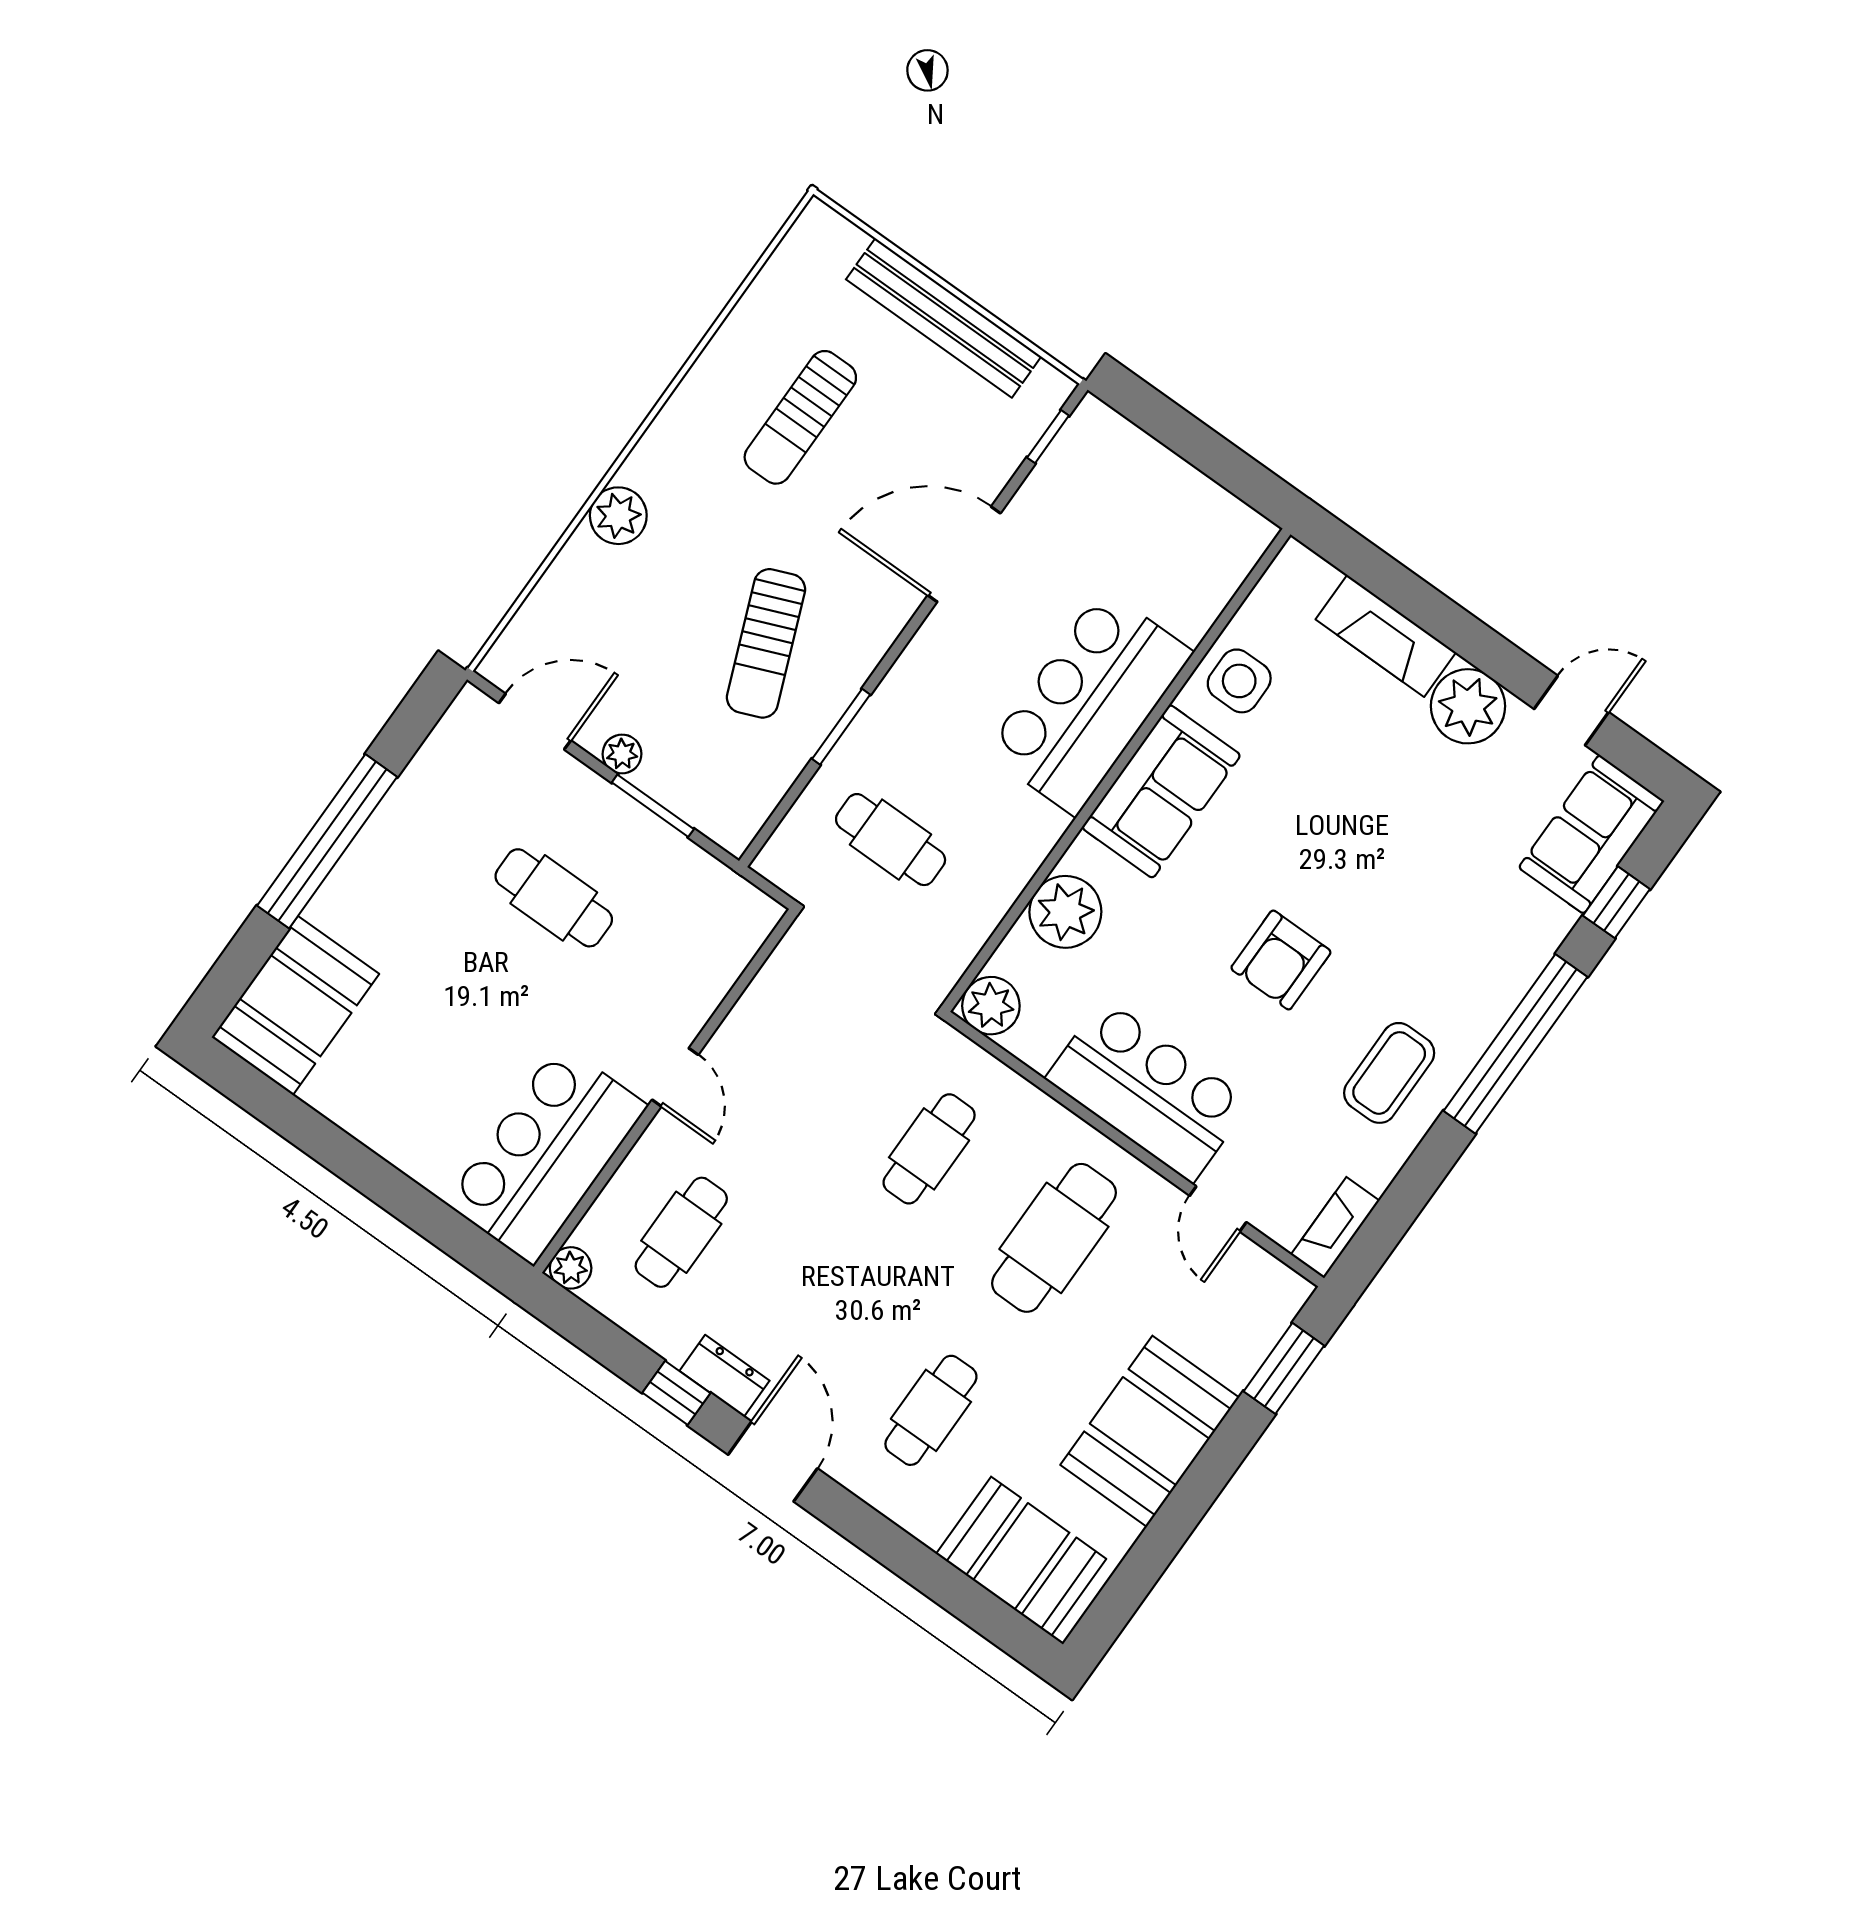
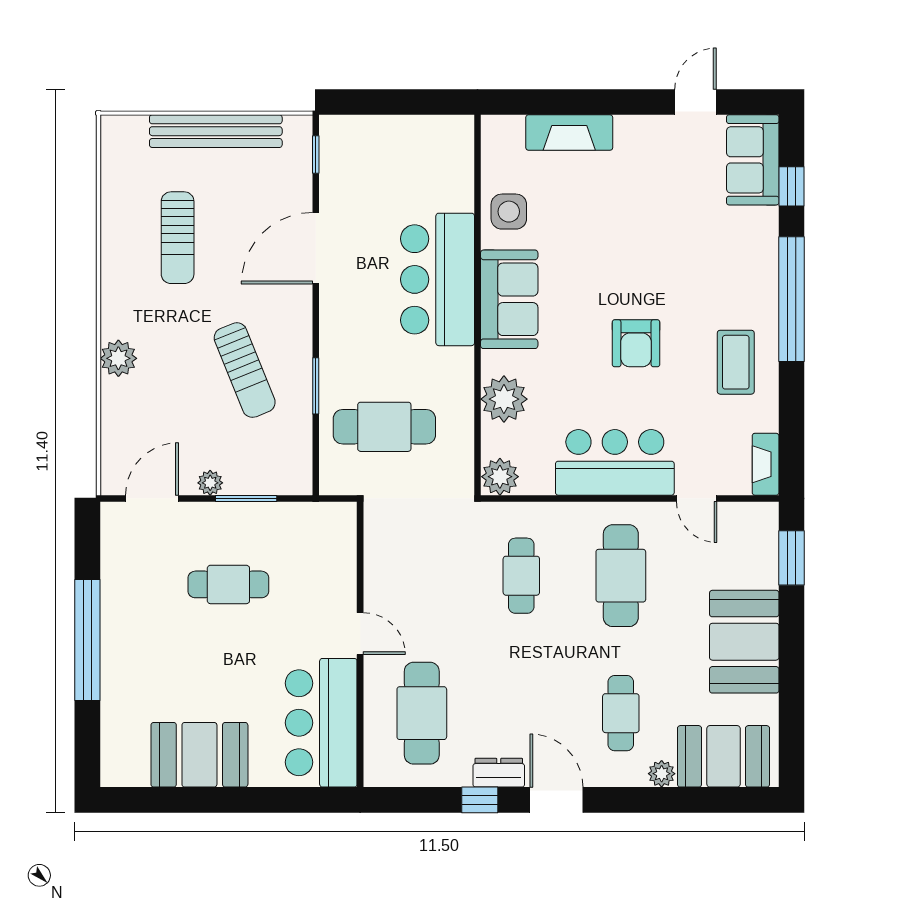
plant: (1468, 706) -> (639, 139), removed
cafe table: (891, 840) -> (384, 427), width x1.37, depth x1.35
booth: (295, 1006) -> (199, 755), moved, turned 90
cafe table: (681, 1232) -> (422, 713), width x1.37, depth x1.35
plant: (571, 1268) -> (662, 774), moved

